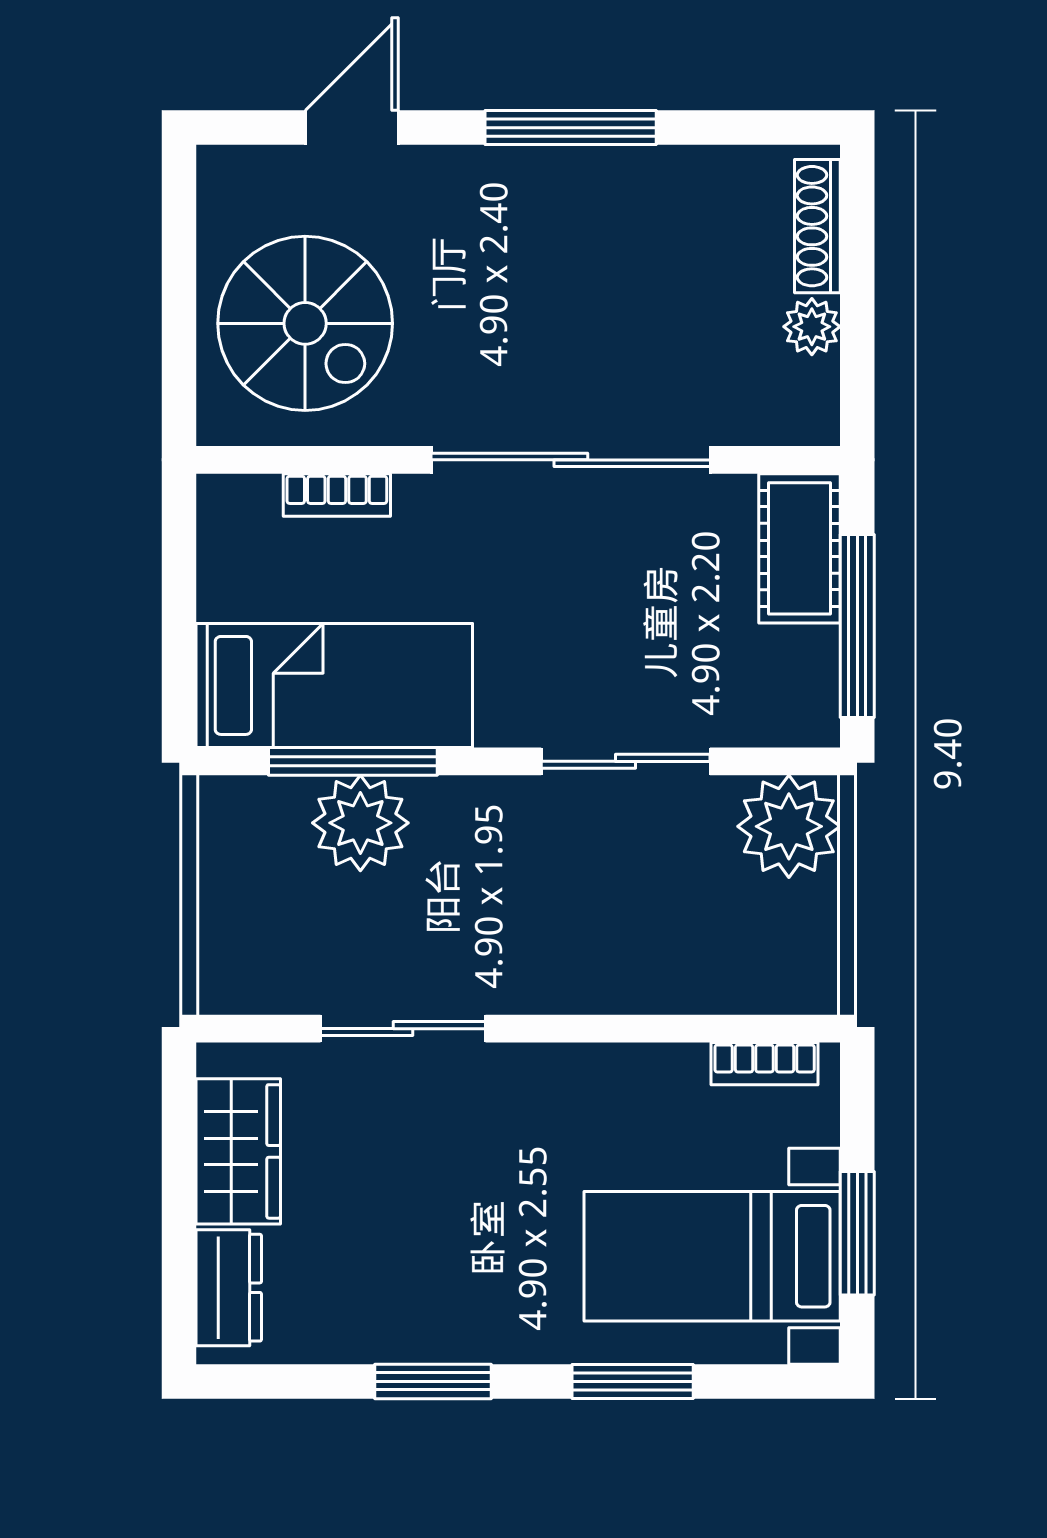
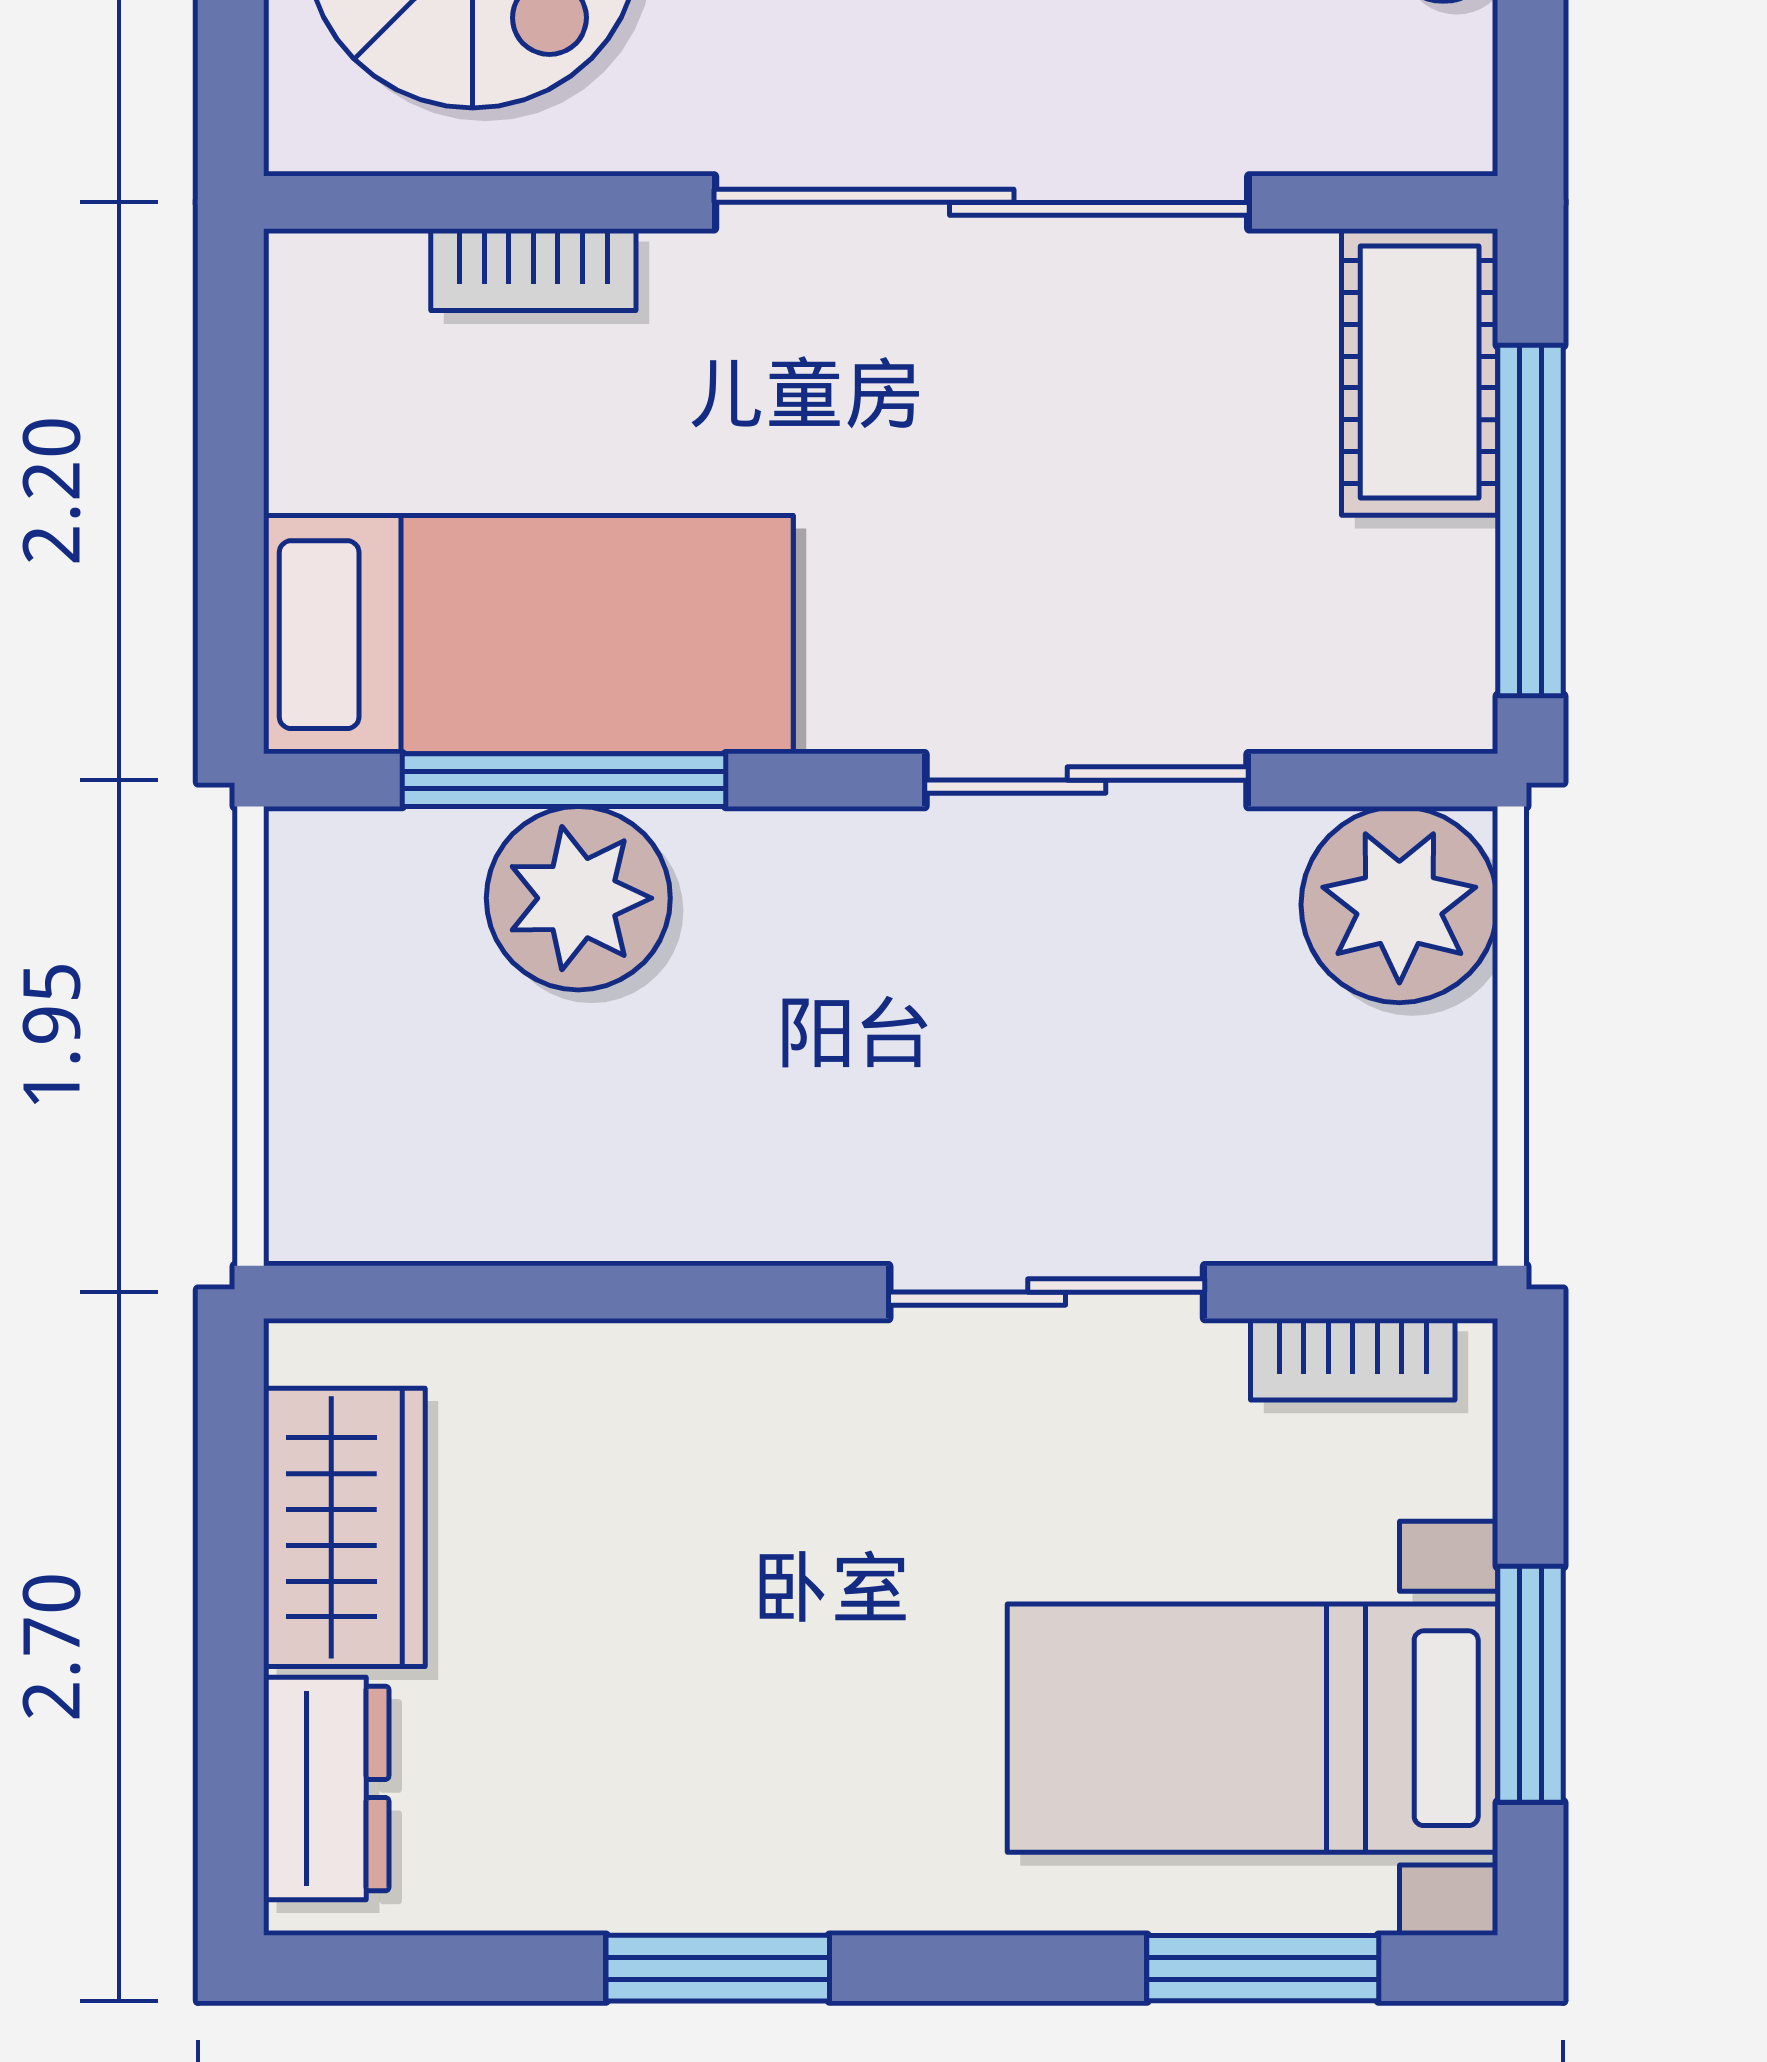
sliding door: (403, 1029) -> (1047, 1292), moved
window: (633, 1381) -> (1263, 1968), moved

